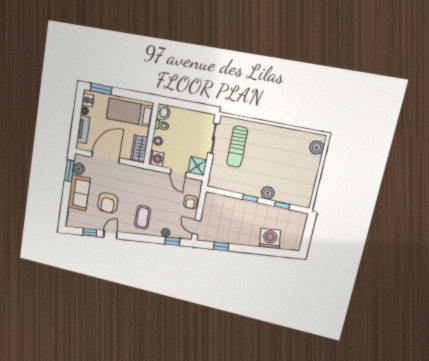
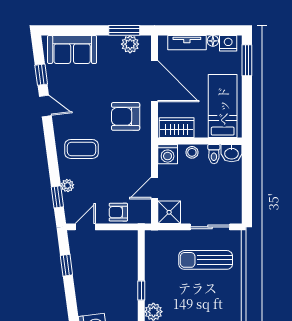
sofa: (79, 193) -> (72, 49), moved
armchair: (108, 203) -> (126, 116), moved

